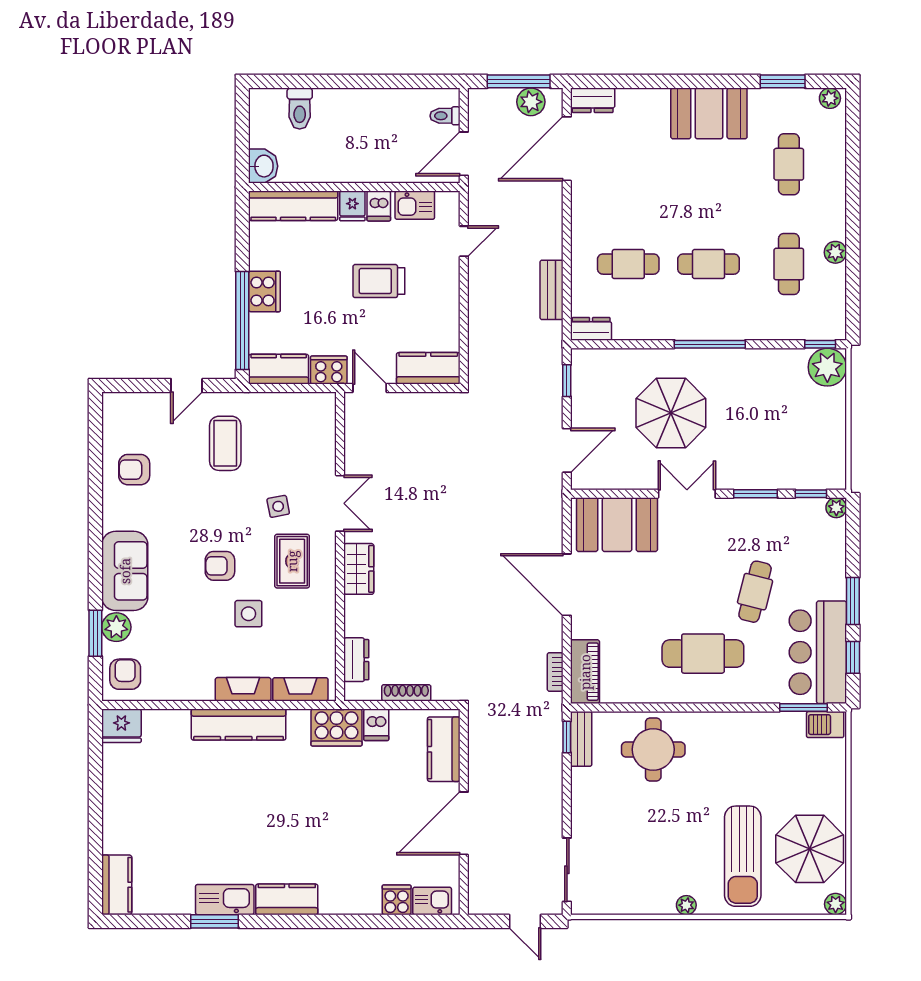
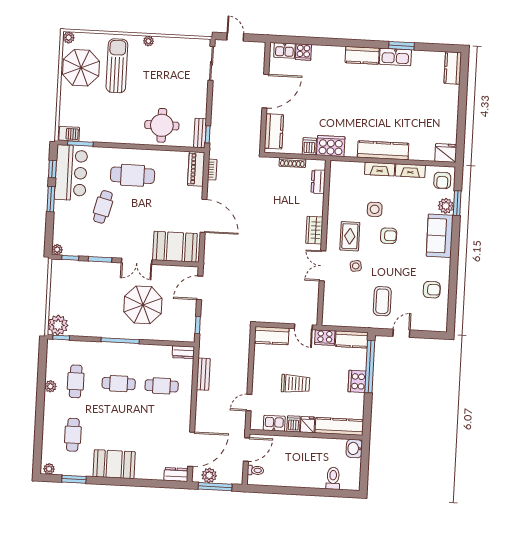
fireplace: (300, 689) -> (410, 171), moved

